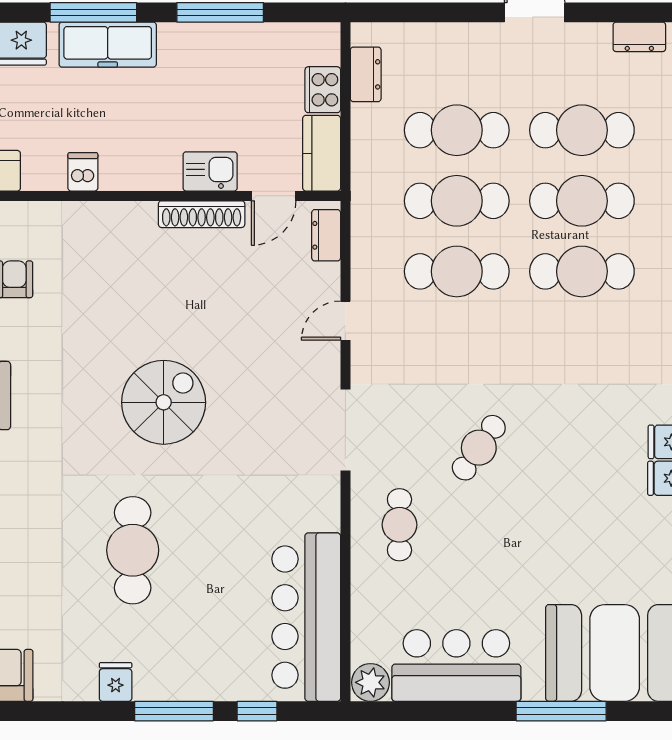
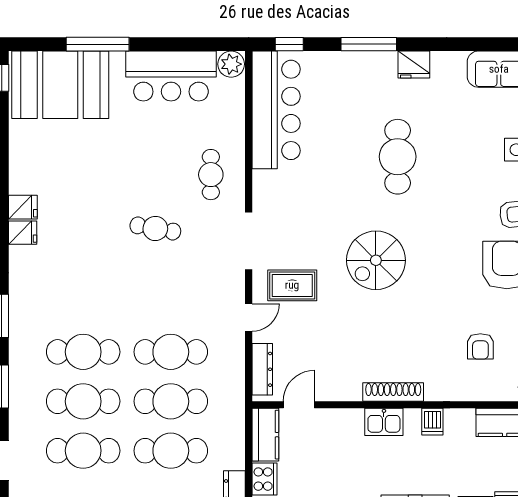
kitchen sink: (210, 171) -> (384, 422), moved
shoe rack: (202, 214) -> (393, 392), moved
dresser: (326, 235) -> (262, 369), width x1.44
rug: (283, 366) -> (292, 285), added
cafe table: (479, 448) -> (155, 228), turned 65
fridge: (116, 682) -> (414, 65), width x1.38
window: (257, 711) -> (289, 44), moved

